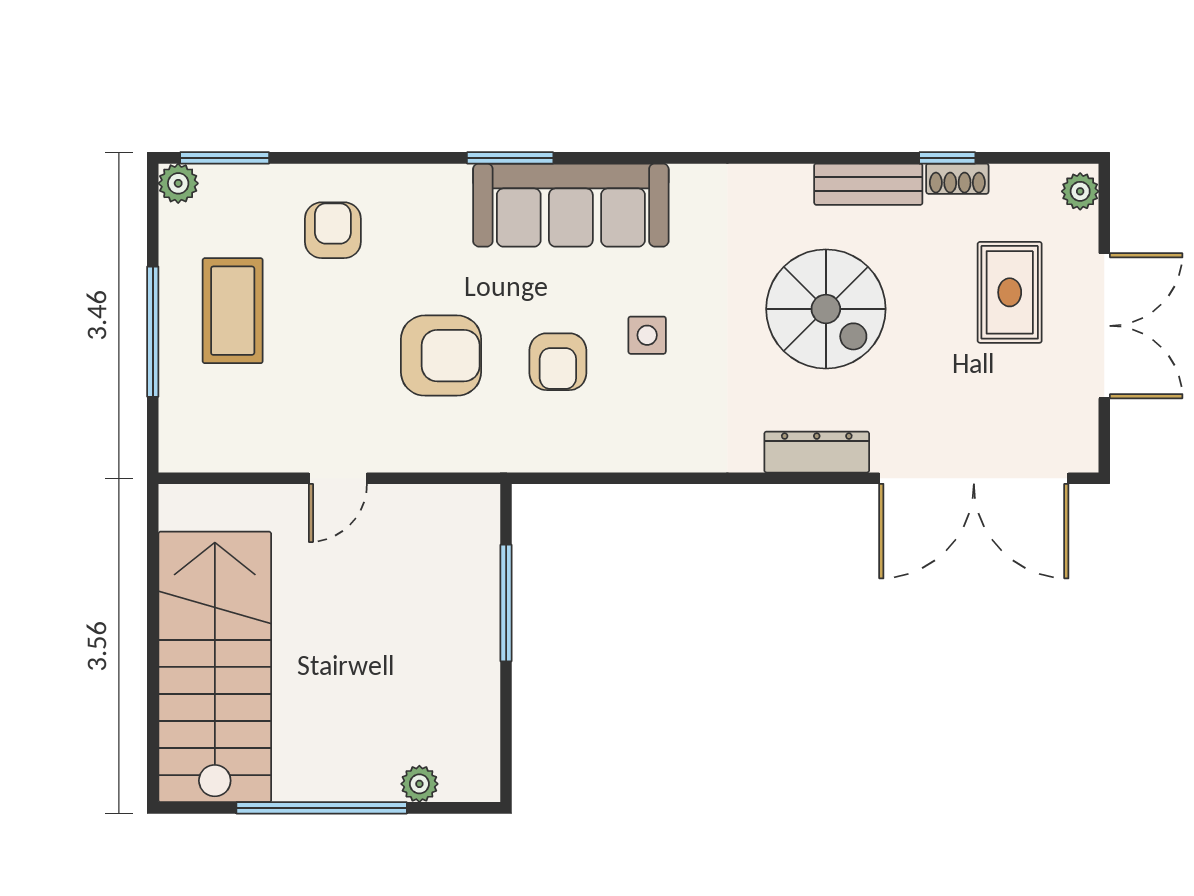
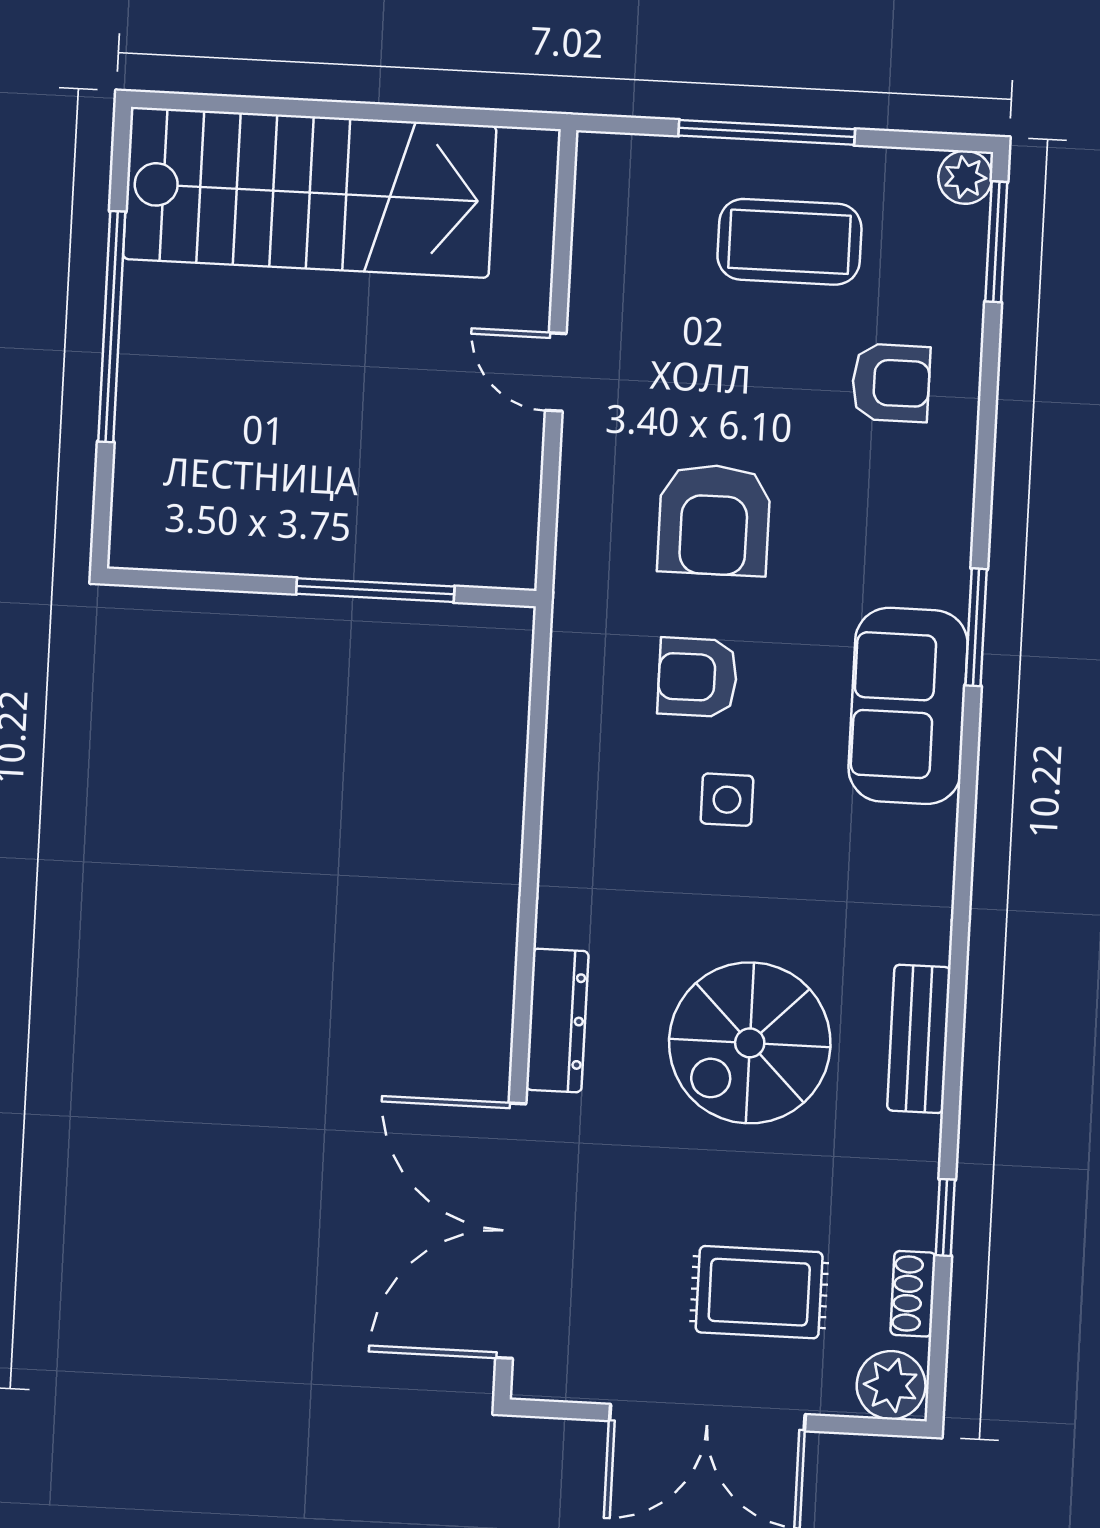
shoe rack: (957, 179) -> (913, 1294), moved
bench: (868, 184) -> (919, 1039), moved
plant: (1080, 191) -> (891, 1385), width x1.38, depth x1.38
sofa: (571, 205) -> (908, 706), width x0.73
plant: (419, 784) -> (137, 460), removed

